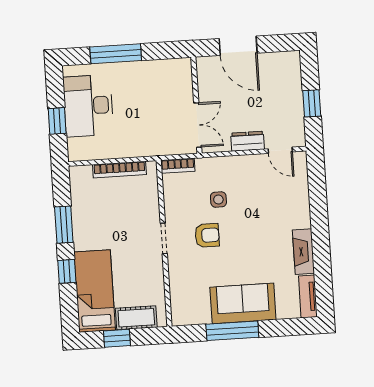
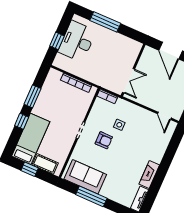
dresser: (248, 141) -> (150, 102), removed
sofa: (243, 303) -> (85, 177), moved

